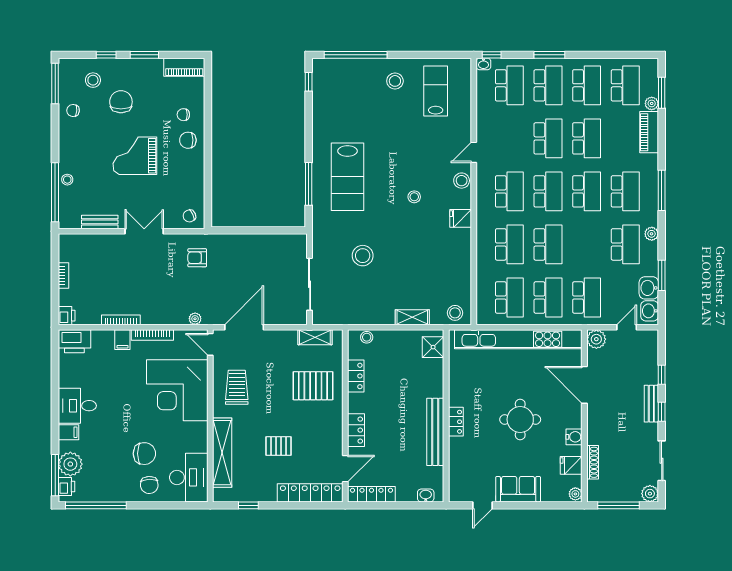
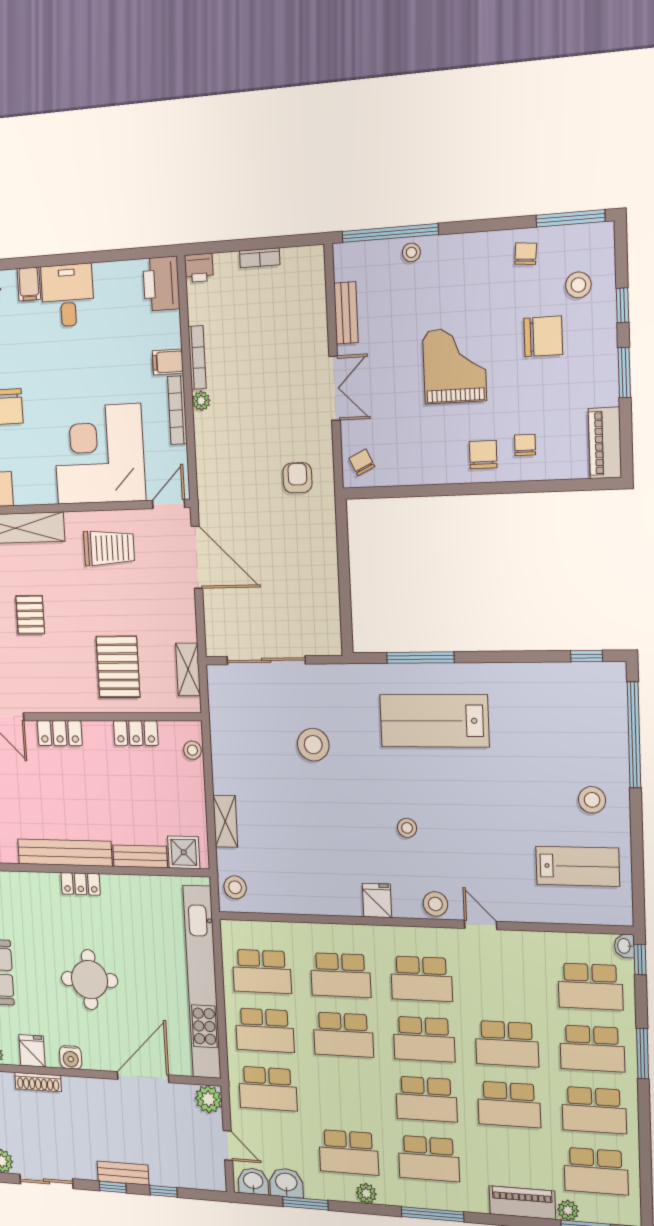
plant: (195, 319) -> (201, 401), moved
bench: (436, 378) -> (140, 856), added

